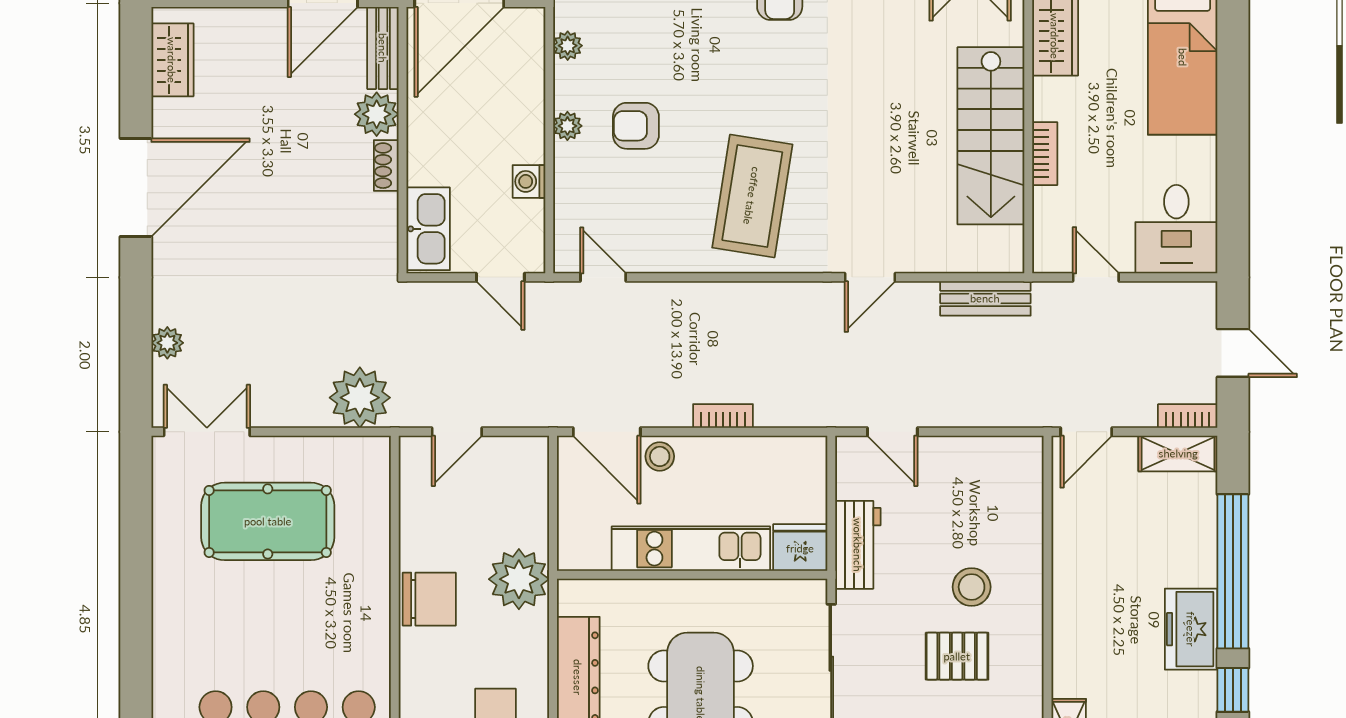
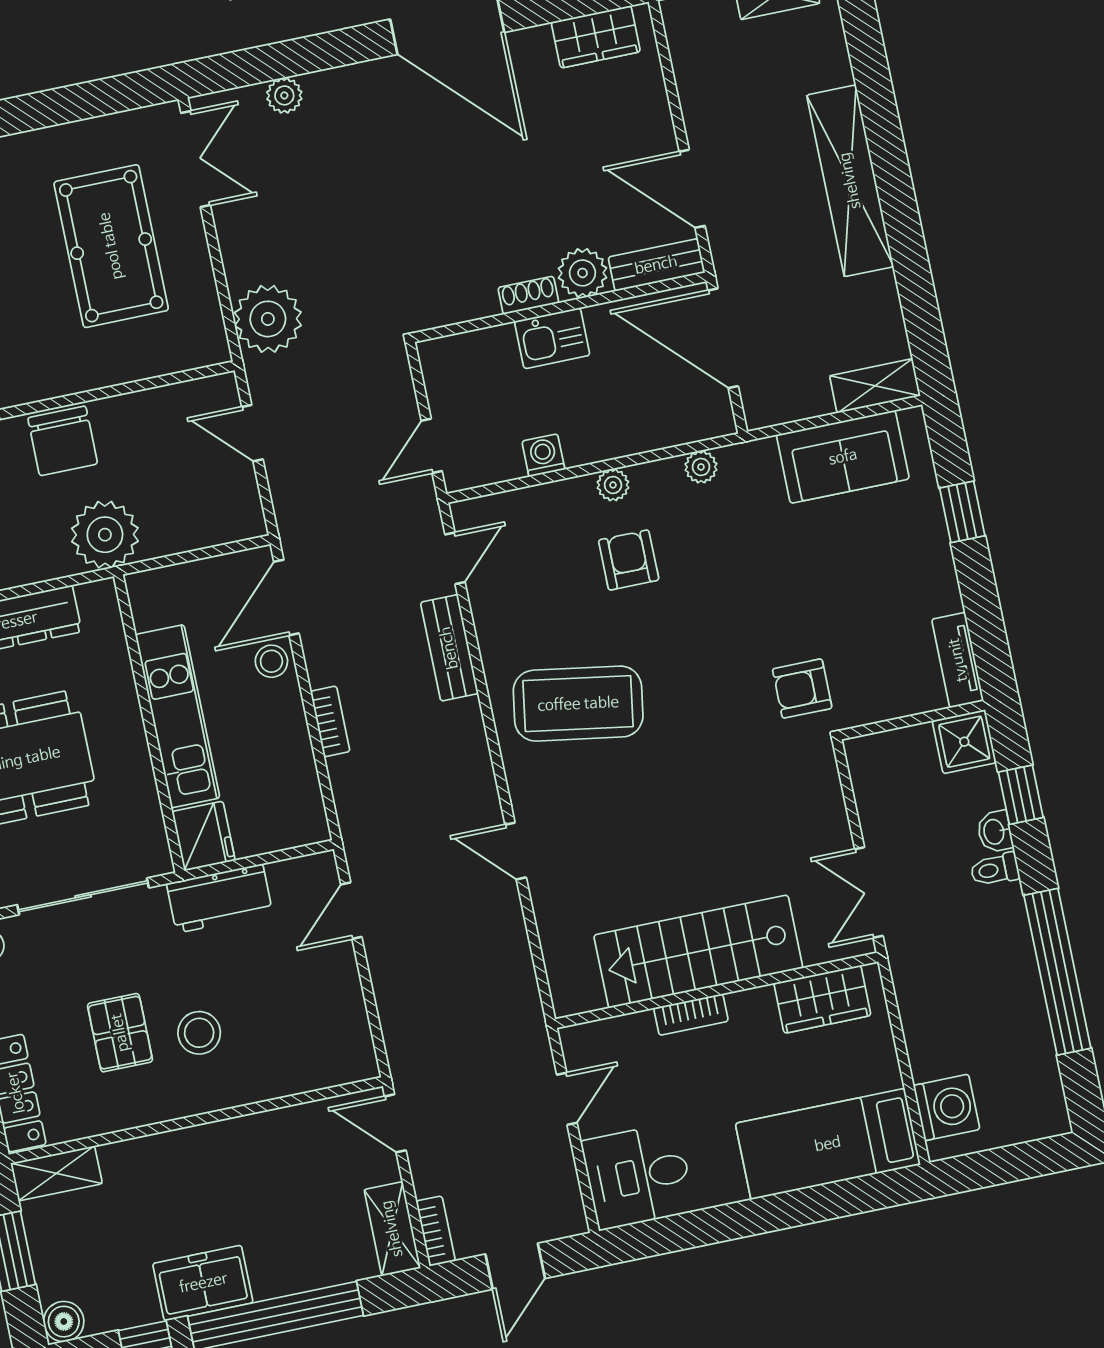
kitchen sink: (428, 229) -> (552, 338), moved, width x0.73
bench: (985, 298) -> (449, 648), moved

